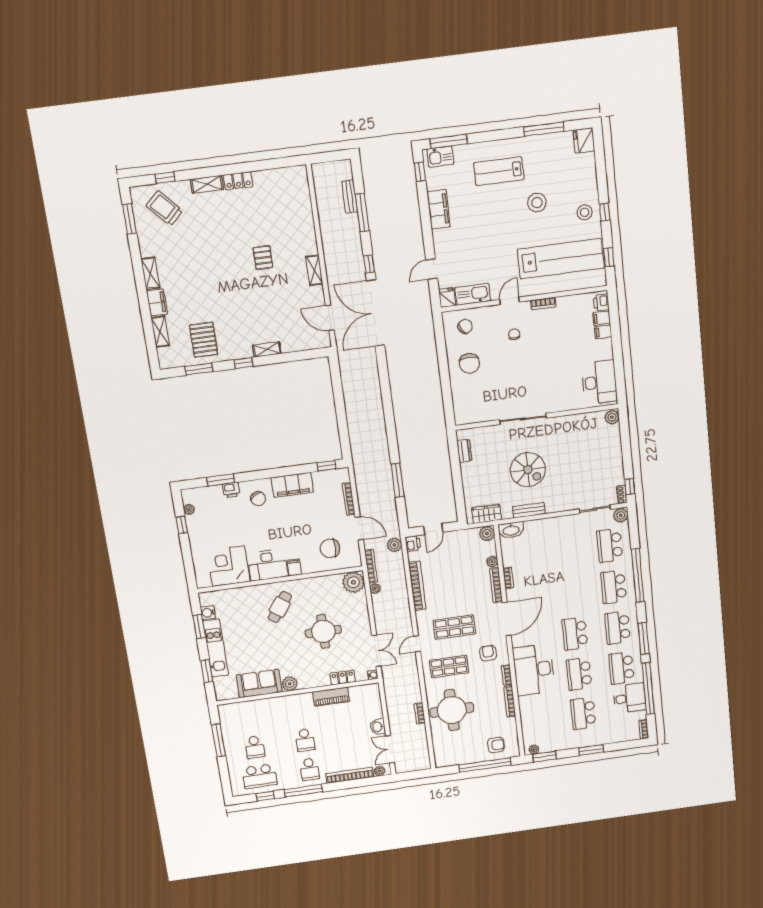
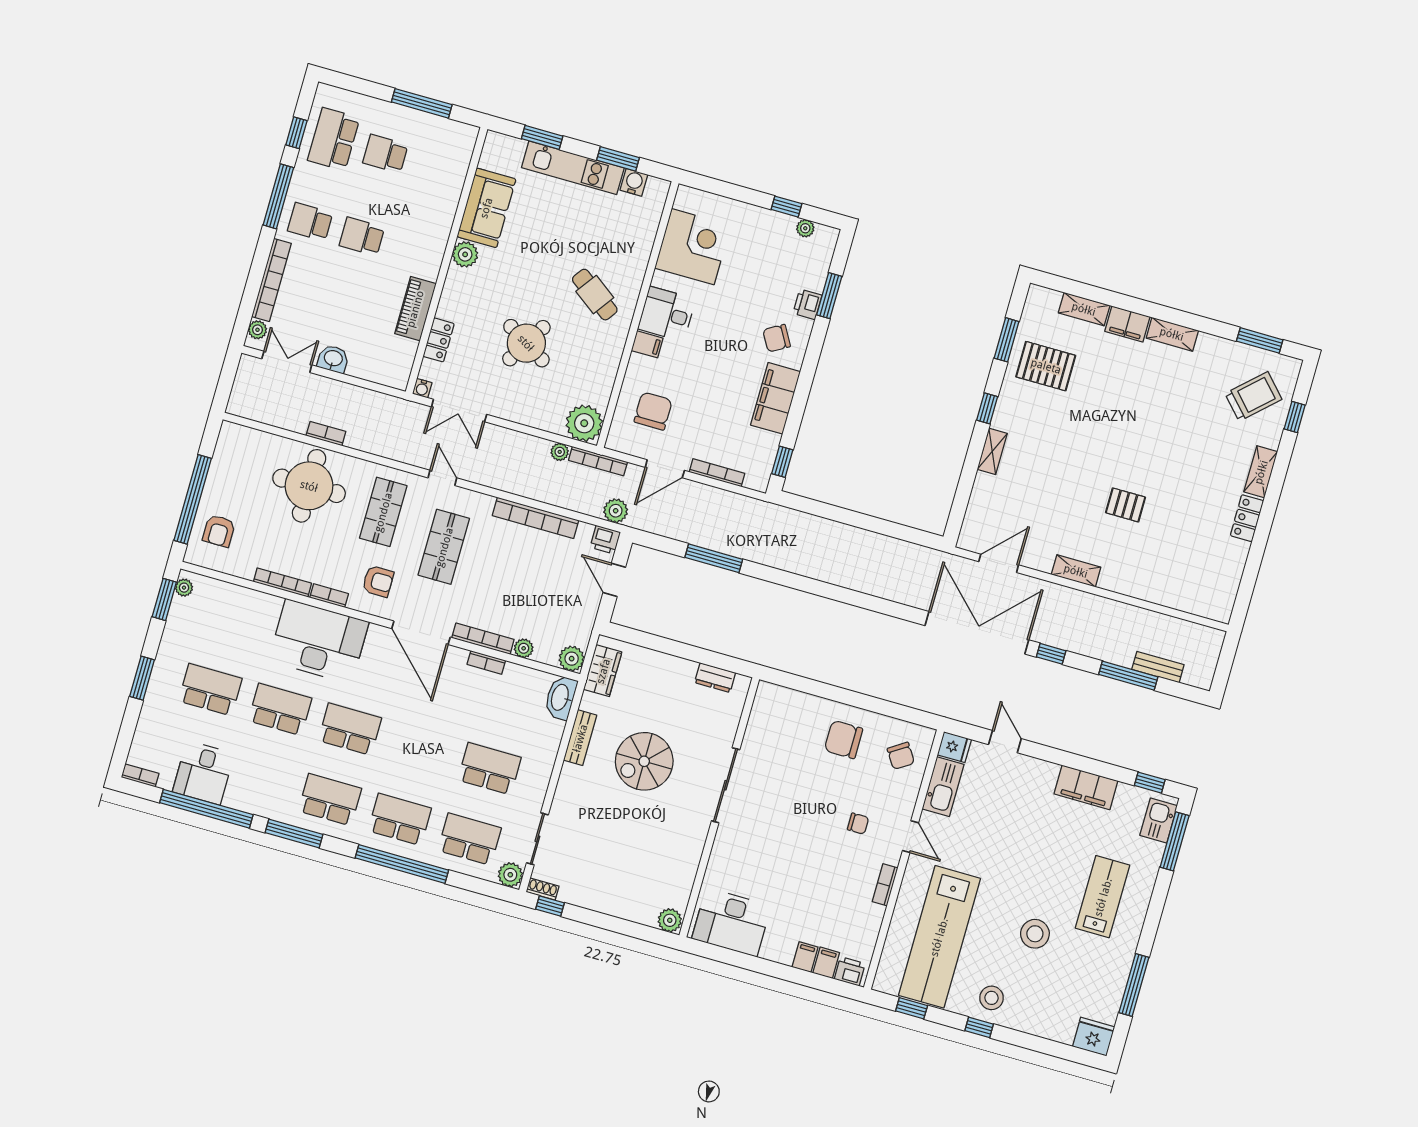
desk: (268, 565) -> (667, 314), width x0.73
round table: (323, 631) -> (526, 343), turned 31
school desk: (621, 668) -> (489, 769), moved

